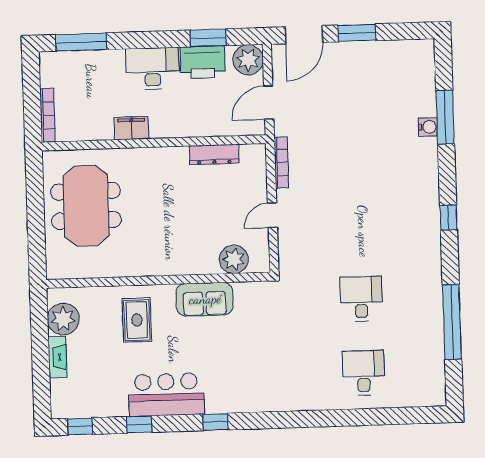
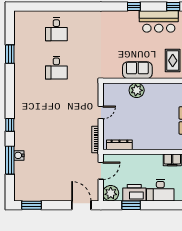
window: (357, 33) -> (32, 205), moved
door: (304, 35) -> (81, 205), hinge flipped
dresser: (214, 155) -> (119, 145), moved
window: (449, 218) -> (10, 125), moved
plant: (234, 259) -> (137, 90), moved
window: (452, 322) -> (10, 54), width x0.47

